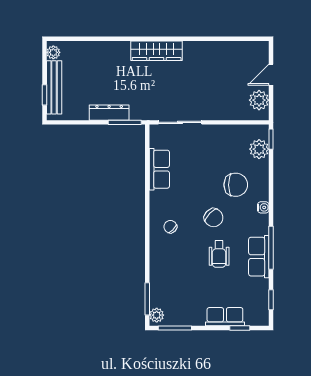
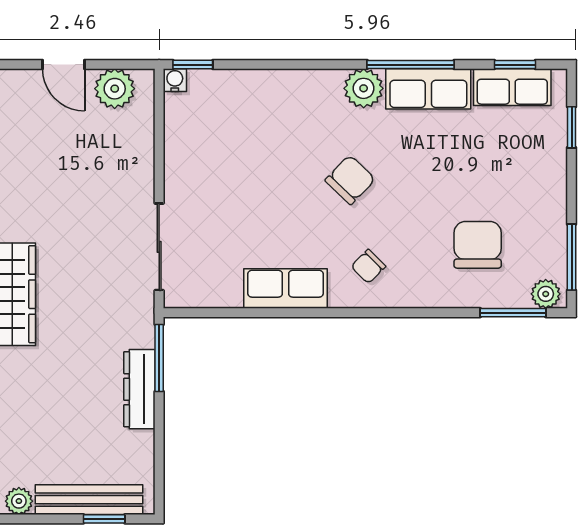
plant: (259, 149) -> (364, 88), moved
row of seats: (159, 169) -> (285, 289), moved
chair: (236, 185) -> (478, 245), moved
water cooler: (263, 207) -> (175, 80), moved
wheelchair: (219, 254) -> (423, 169), removed
row of seats: (225, 317) -> (512, 87), moved, turned -90

